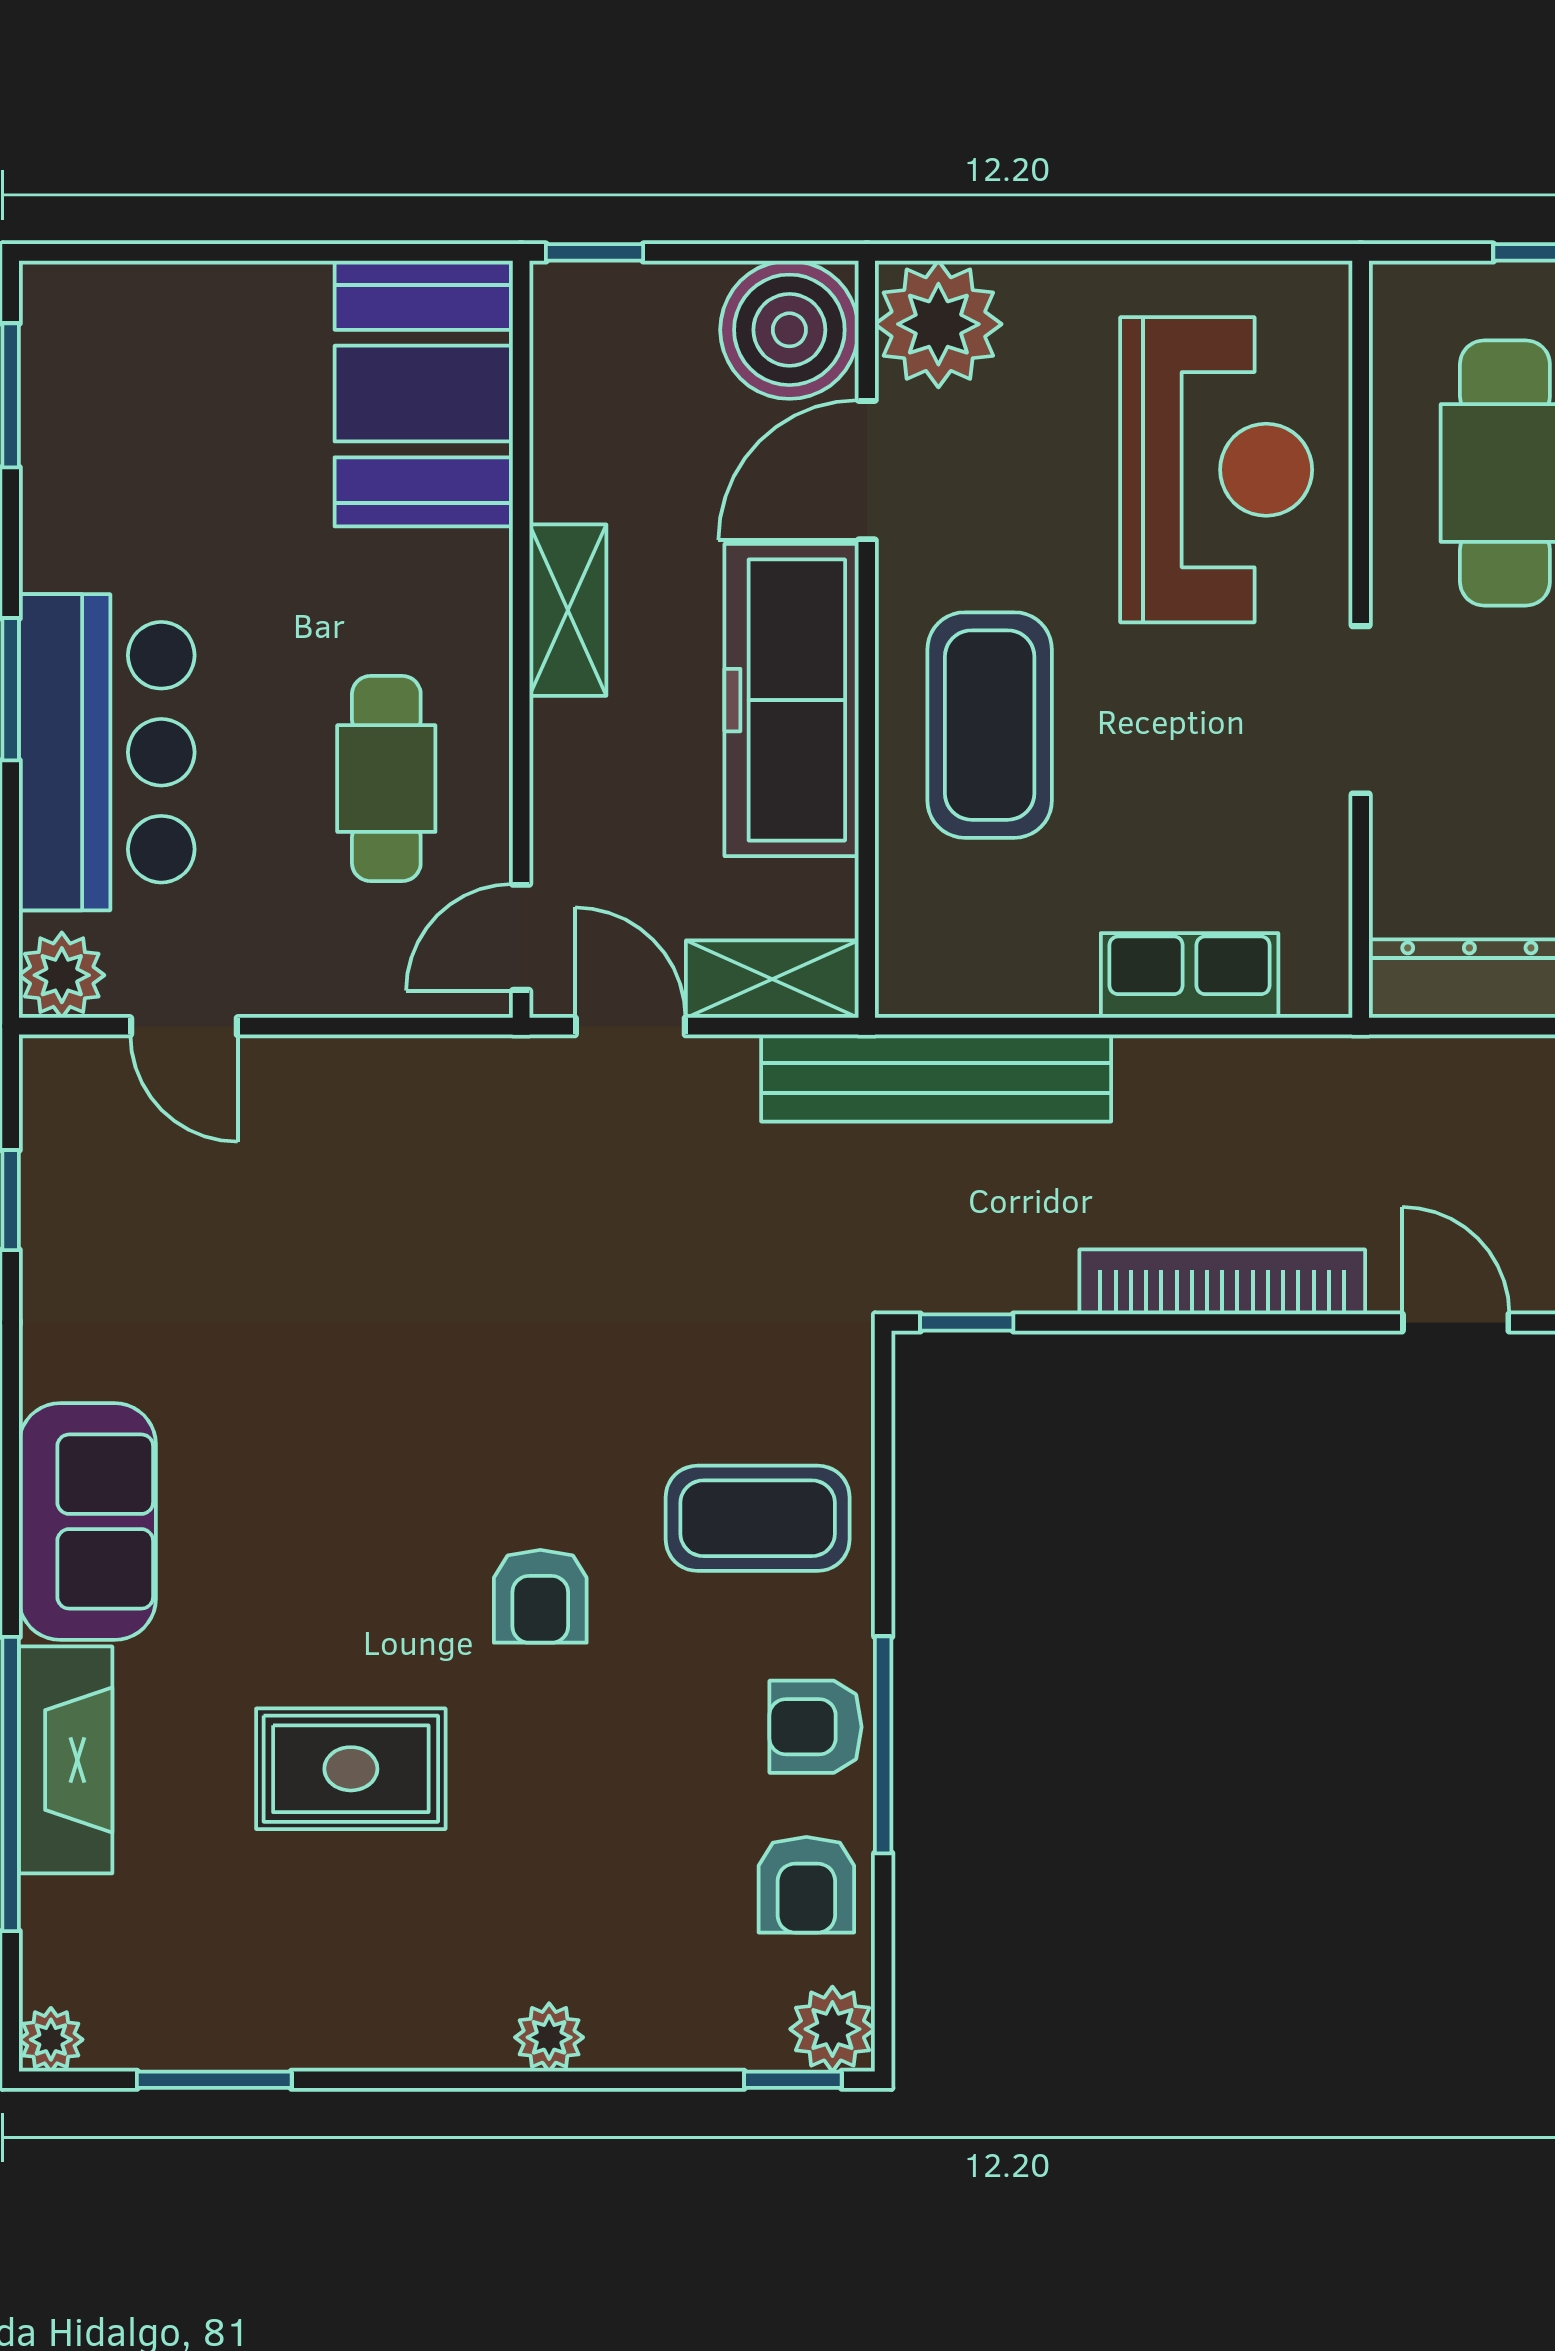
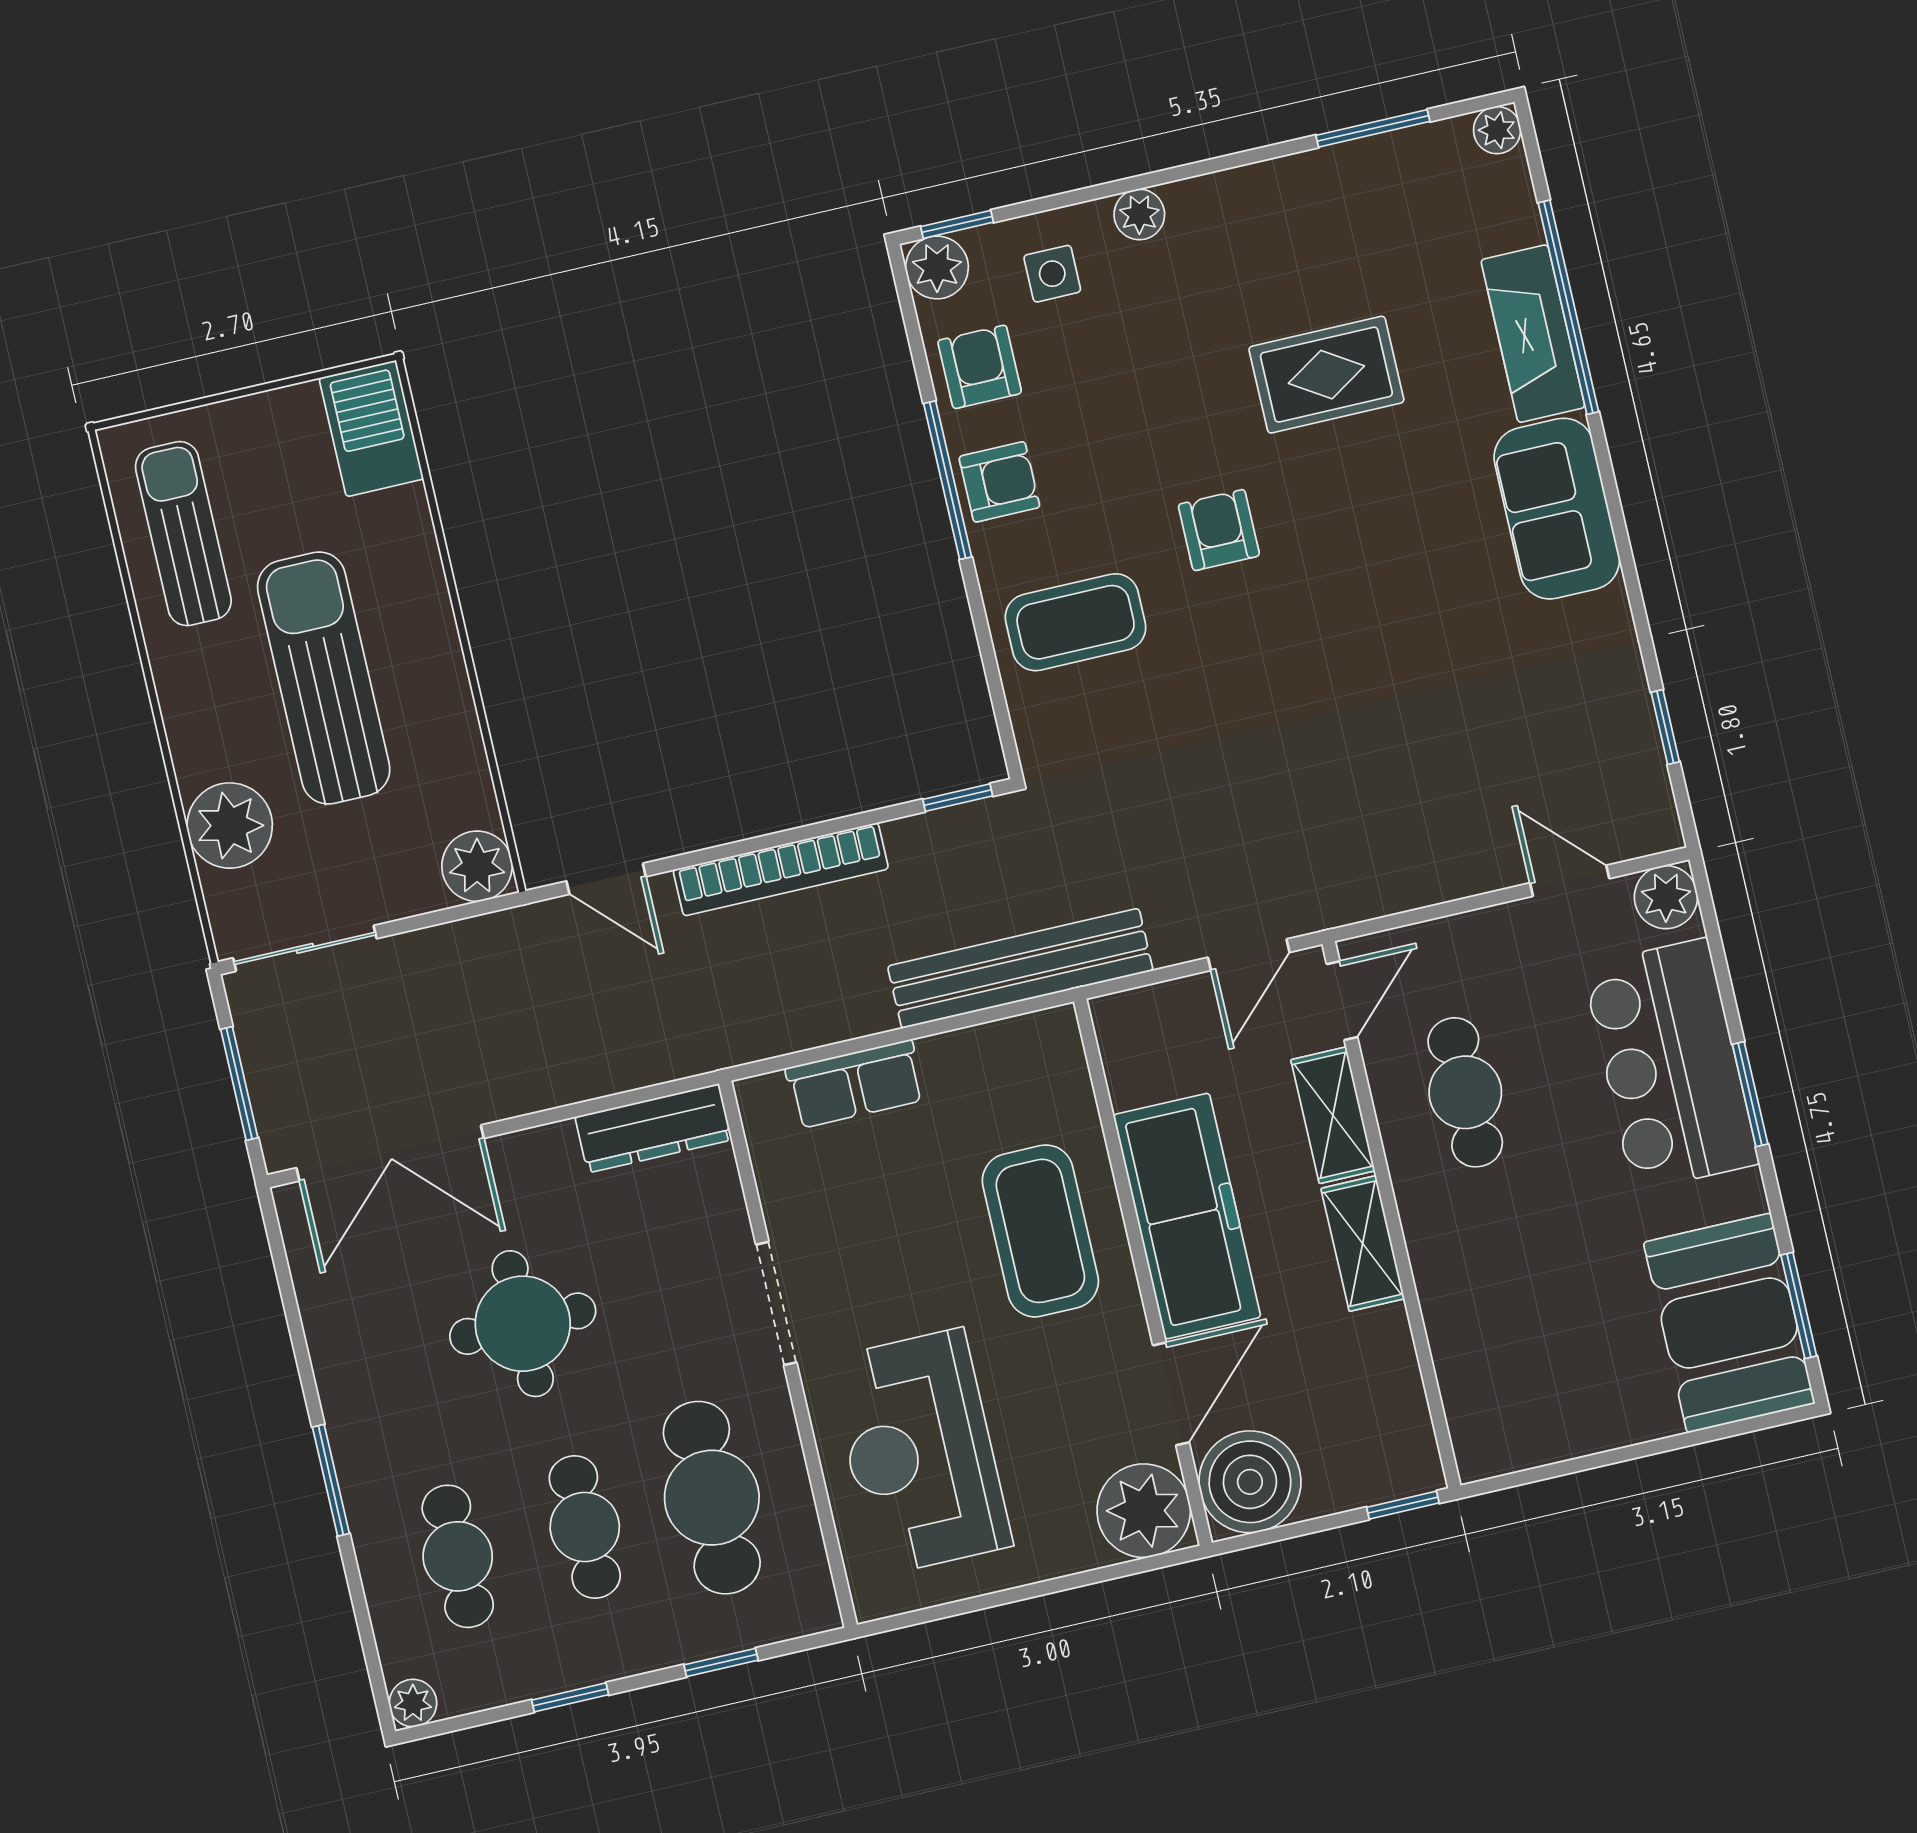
booth: (424, 394) -> (1729, 1323), moved
shelving: (772, 979) -> (1333, 1115), moved, turned 90
door: (630, 1026) -> (1249, 955), hinge flipped
side table: (682, 1986) -> (1052, 274), added

